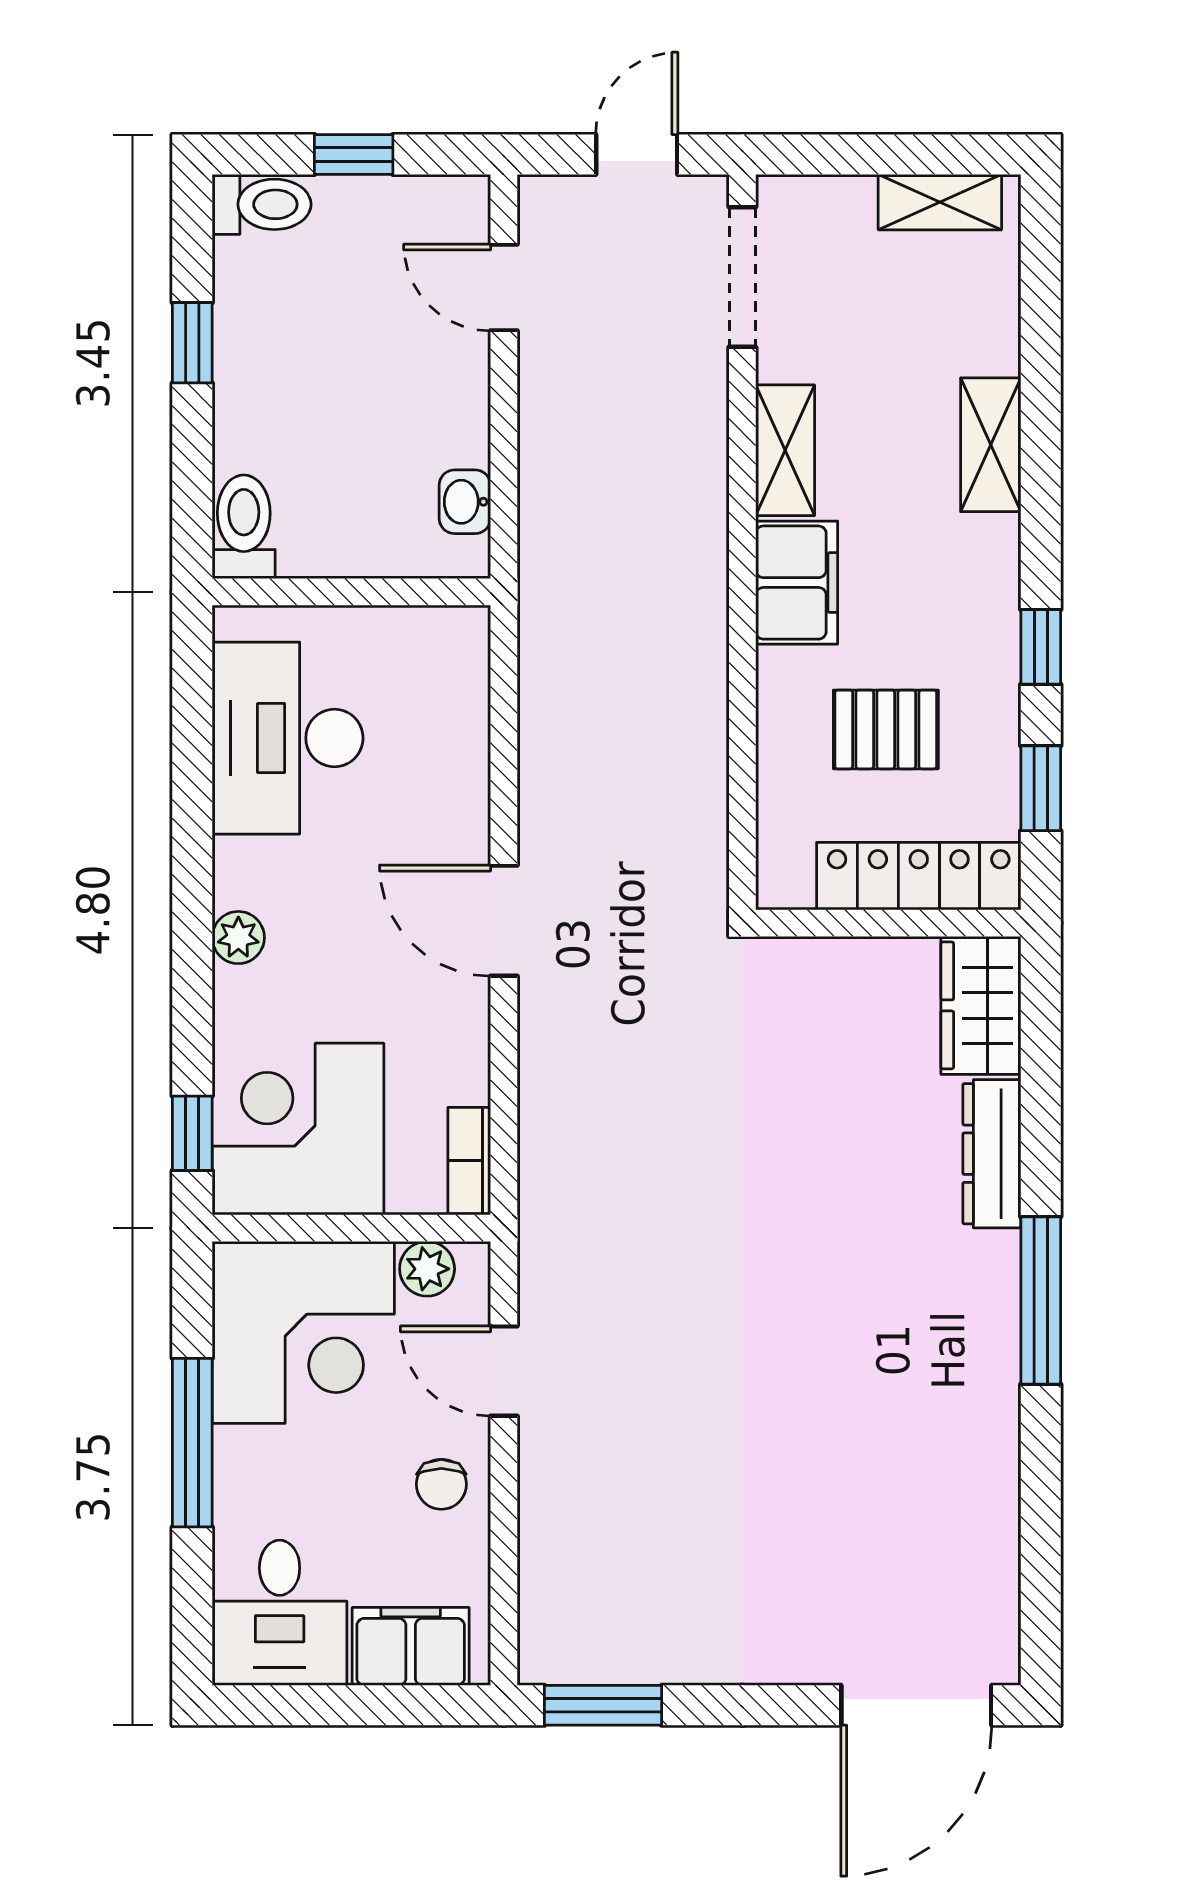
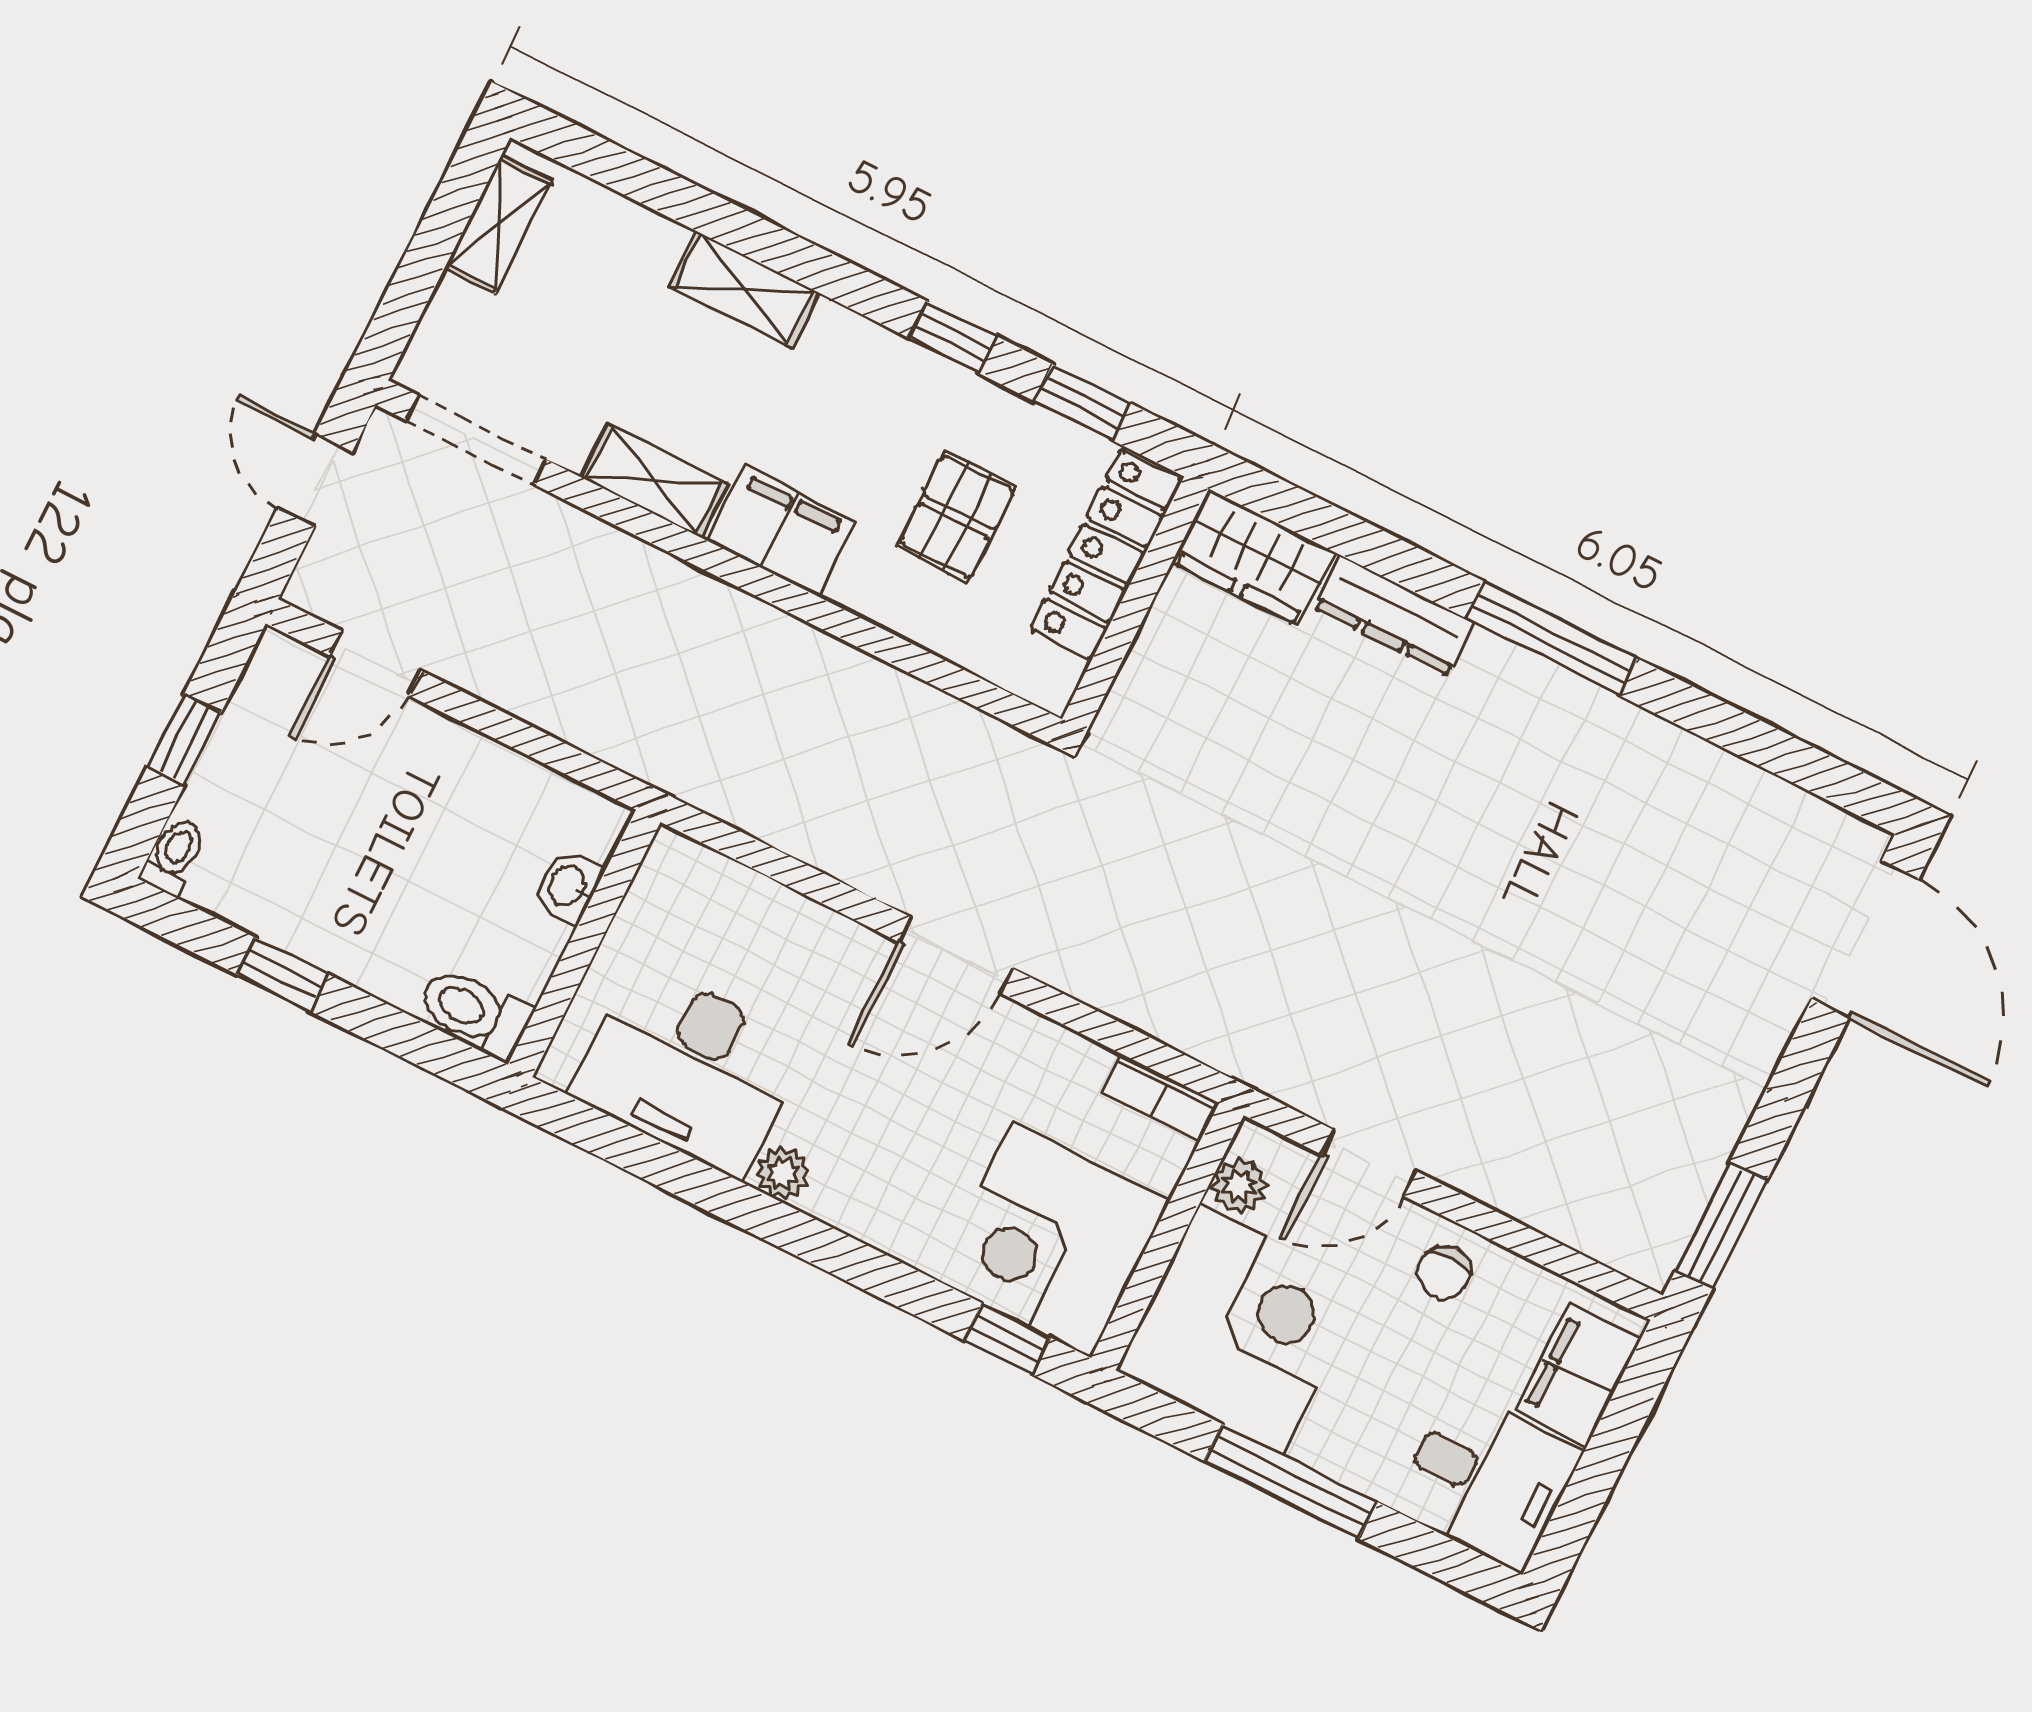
toilet: (262, 204) -> (174, 856), width x0.73, depth x0.72
washbasin: (465, 502) -> (568, 886), moved, turned 90
plant: (238, 938) -> (783, 1173), moved
chair: (441, 1484) -> (1444, 1272), turned 90

